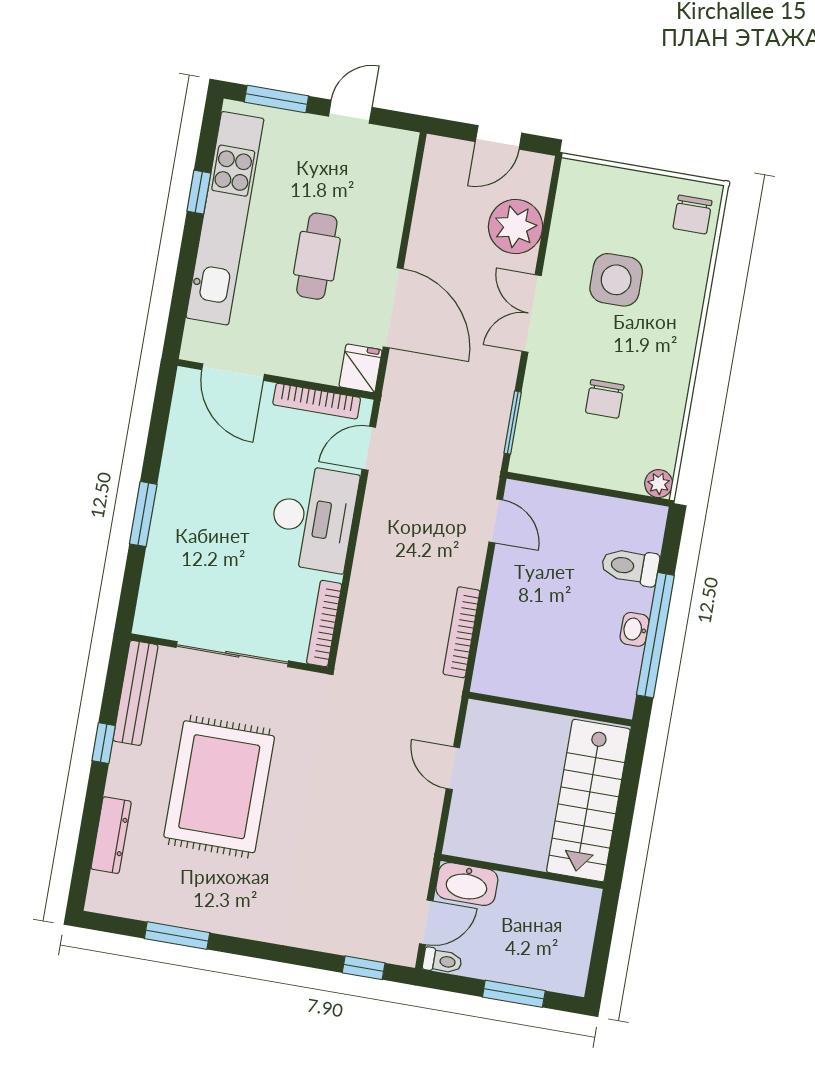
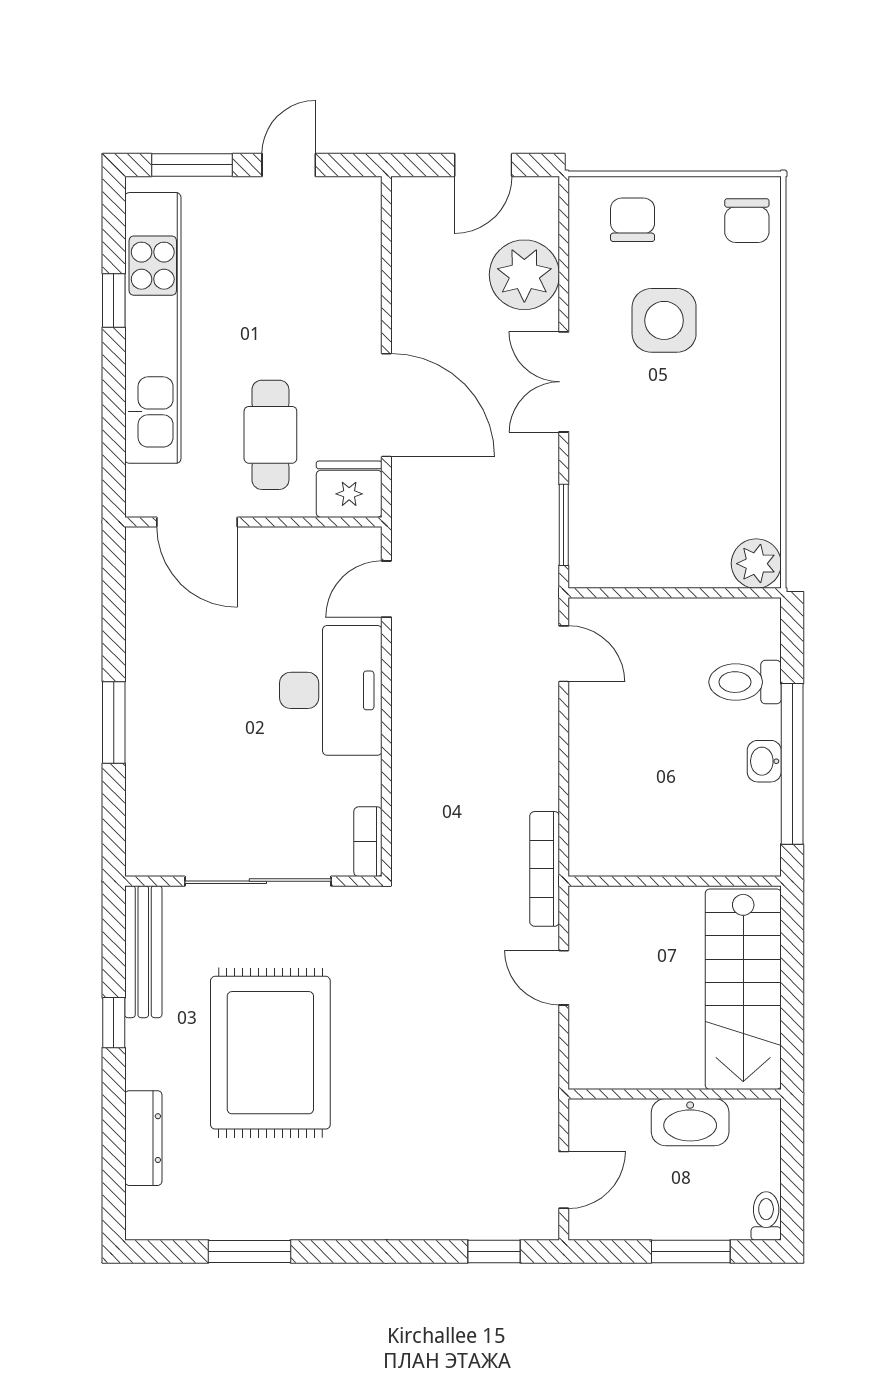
cafe table: (317, 256) -> (270, 435), moved
fridge: (361, 368) -> (349, 489), width x1.38
chair: (605, 399) -> (633, 220), moved, turned 180
bookcase: (317, 401) -> (310, 541), removed
plant: (659, 484) -> (756, 564), width x1.38, depth x1.38
bookcase: (324, 624) -> (368, 842), width x0.64
bookcase: (461, 632) -> (545, 869), moved
washbasin: (467, 884) -> (690, 1122), moved
toilet: (442, 961) -> (766, 1216), moved, turned -90

